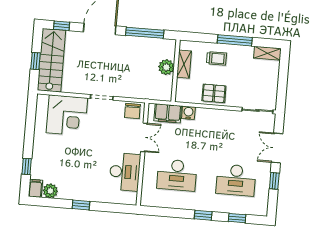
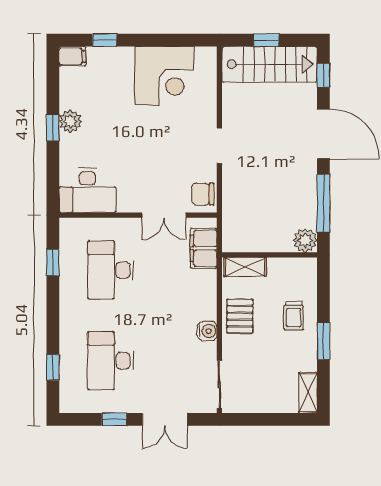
window: (235, 40) -> (323, 341), width x0.69
shelving: (184, 64) -> (245, 267), moved
plant: (166, 67) -> (305, 240), moved
water cooler: (188, 113) -> (207, 331), moved
corner desk: (67, 115) -> (164, 76), moved, turned -90
double door: (277, 148) -> (165, 419), swing flipped
desk: (125, 172) -> (87, 190), moved
plant: (50, 191) -> (70, 121), moved
window: (203, 215) -> (53, 262), moved

